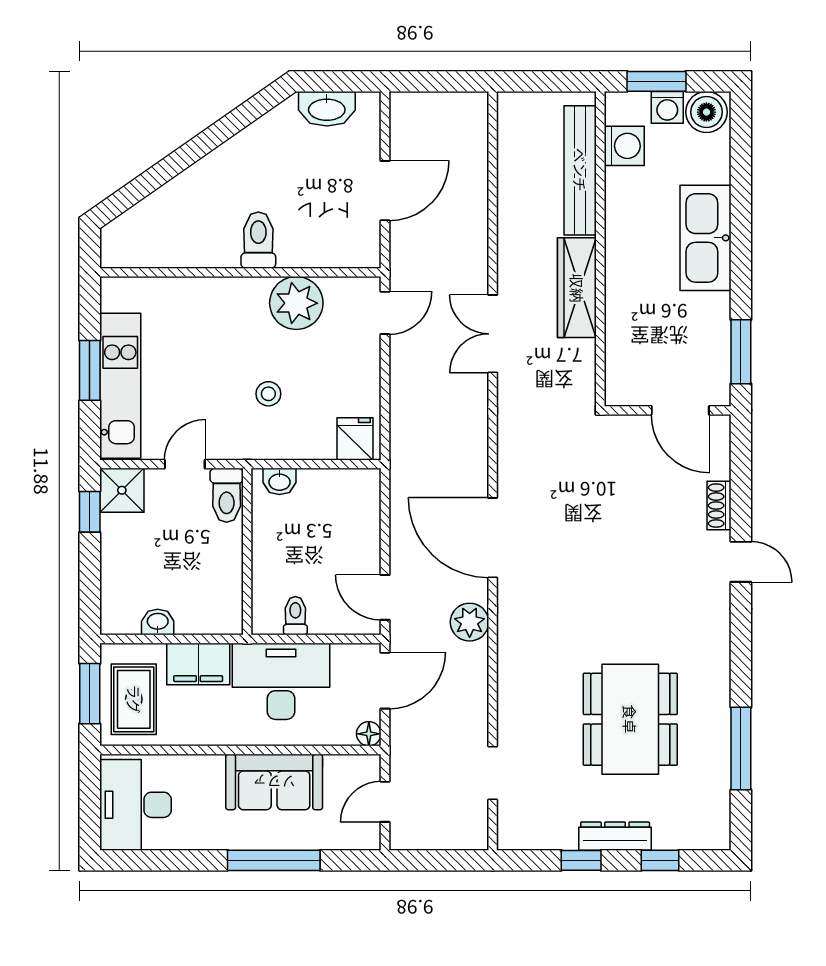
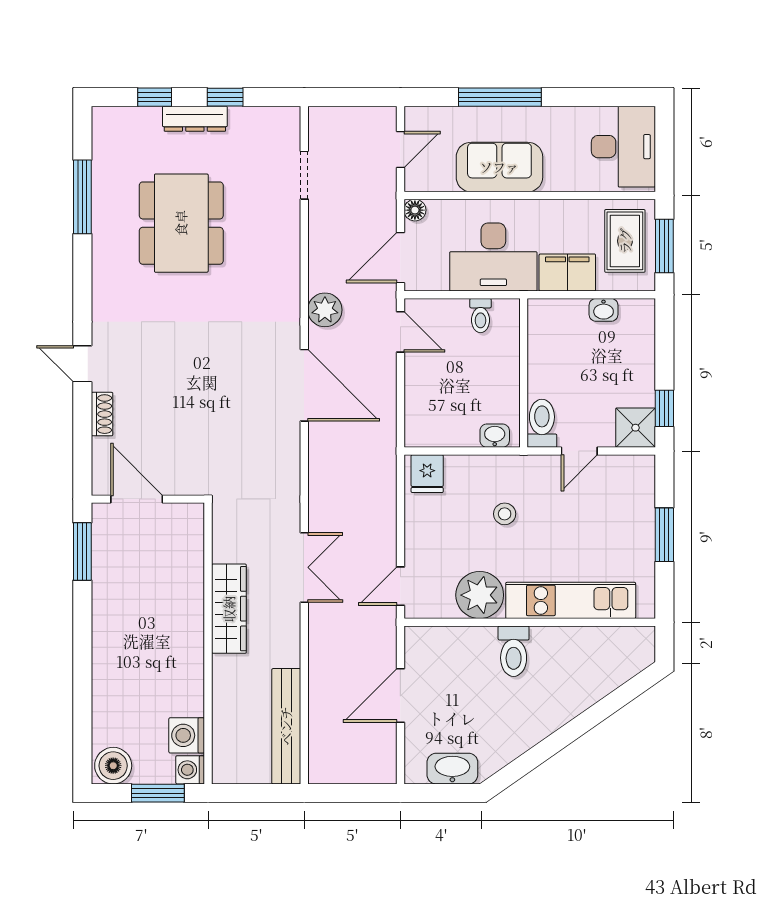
washing machine: (667, 107) -> (190, 770), moved, turned -90
bench: (580, 170) -> (286, 726), moved
kitchen sink: (705, 238) -> (114, 653), removed
kitchen unit: (120, 386) -> (571, 600), moved, turned 90

